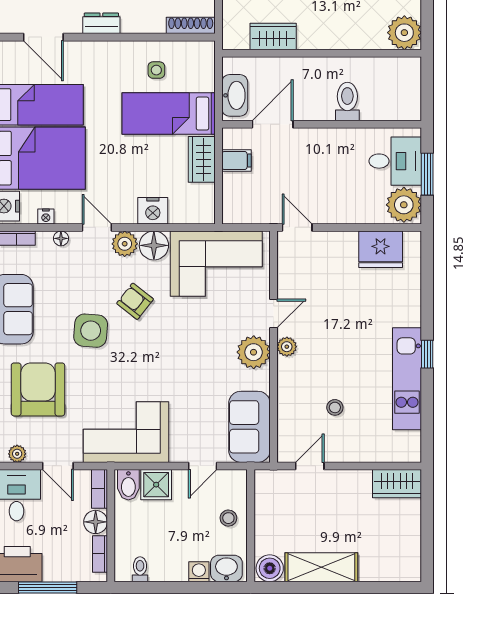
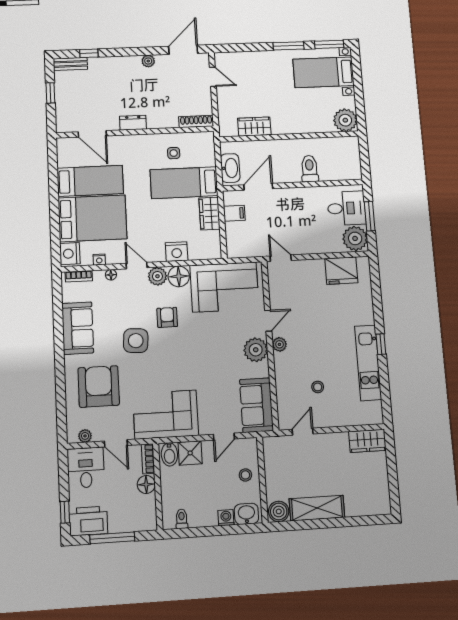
armchair: (135, 301) -> (167, 317), turned 52
bookcase: (100, 554) -> (151, 509), removed

